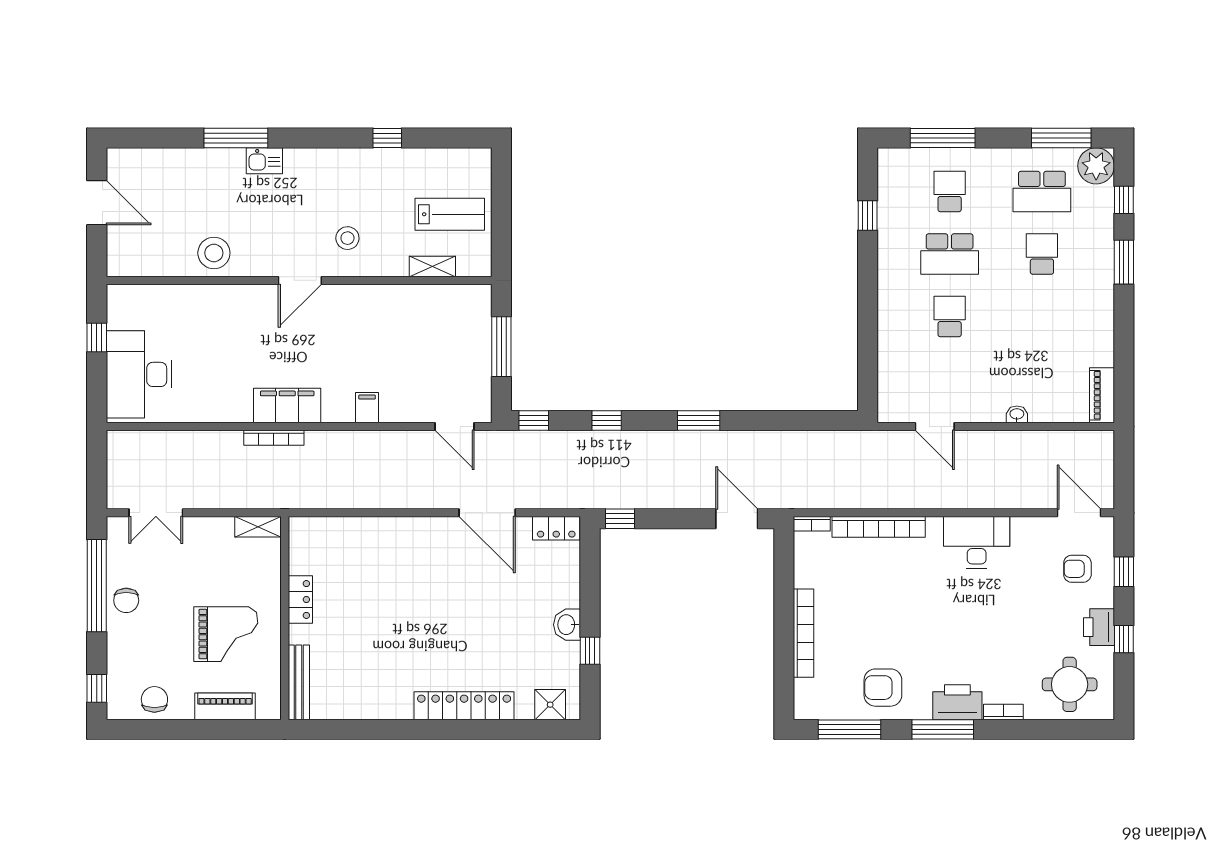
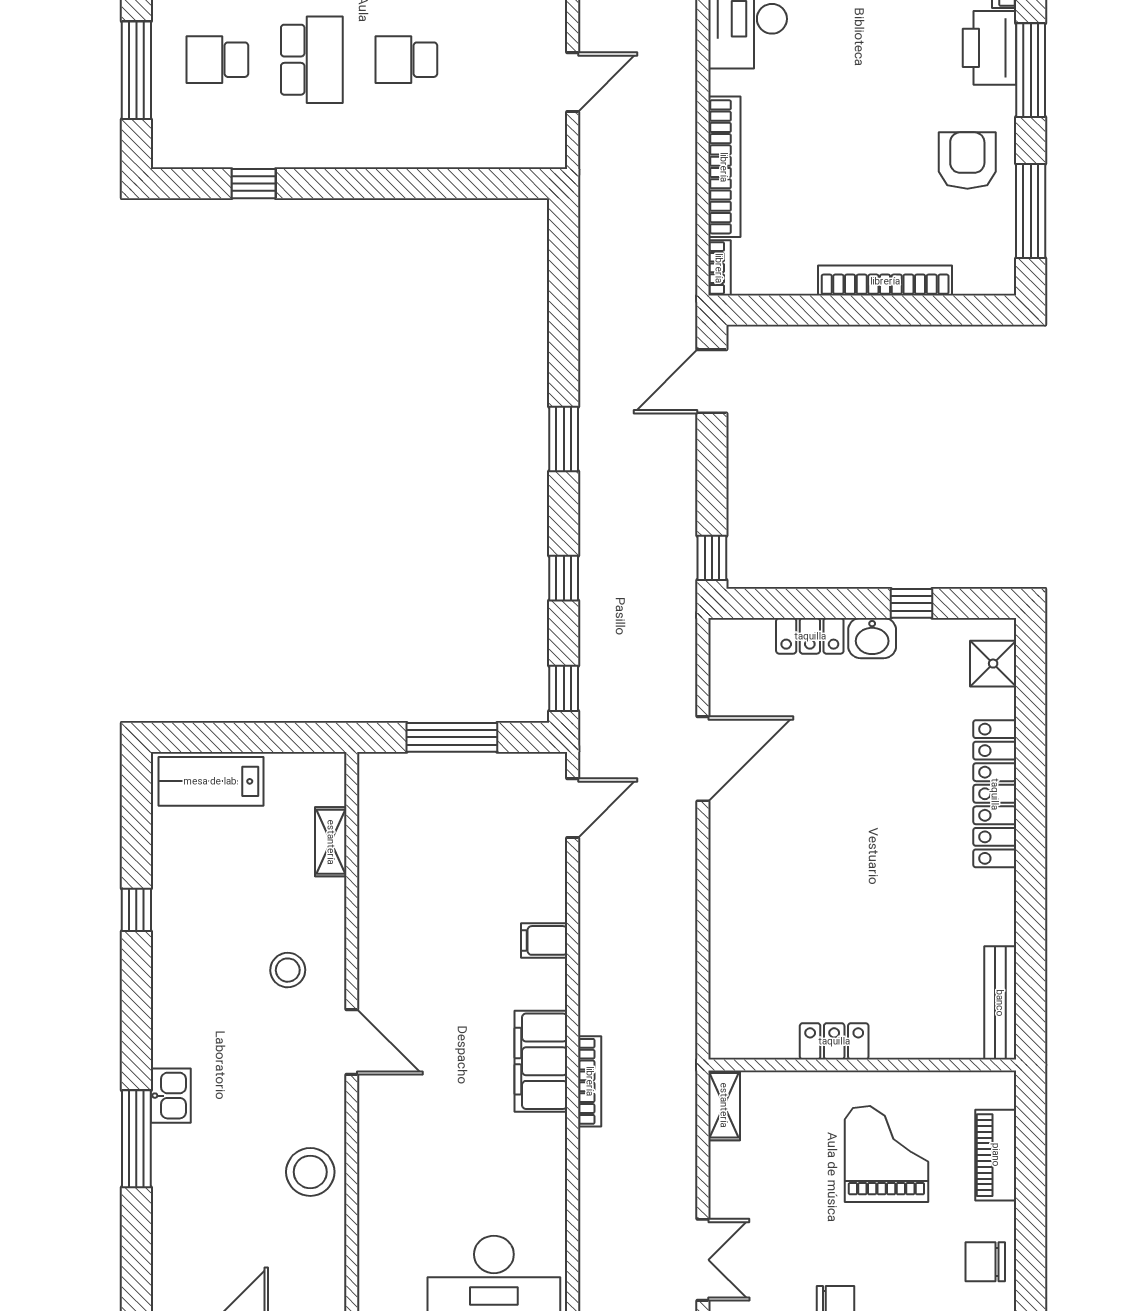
lab bench: (450, 214) -> (211, 781), moved, turned -90
locker: (556, 528) -> (810, 636), moved, turned 90
bench: (299, 682) -> (1000, 1003), moved, turned 90
armchair: (883, 688) -> (967, 160), turned 180

